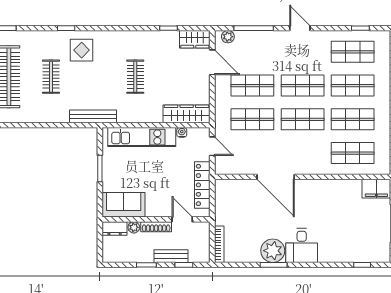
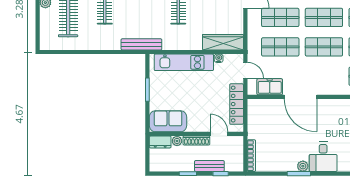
freezer: (240, 165) -> (270, 87), added
plant: (273, 251) -> (303, 166), width x0.53, depth x0.53

